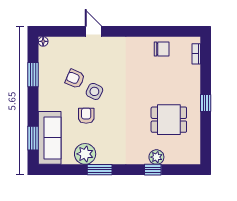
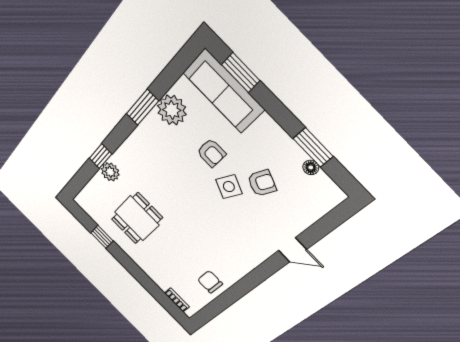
floor lamp: (43, 41) -> (311, 167), moved
chair: (162, 49) -> (210, 282), turned 90
window: (206, 103) -> (102, 237), moved

